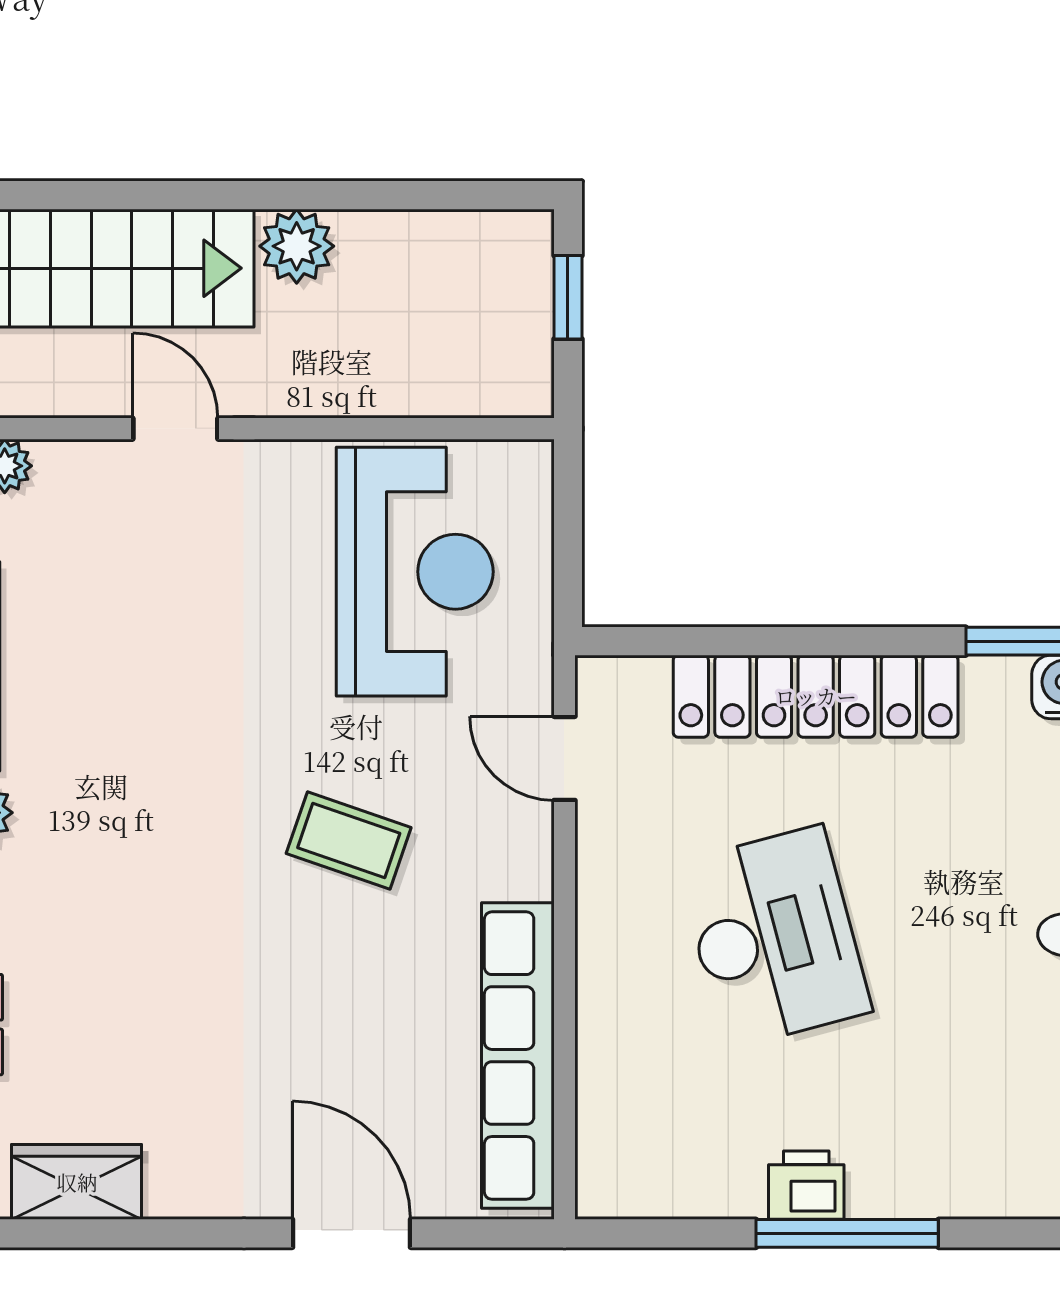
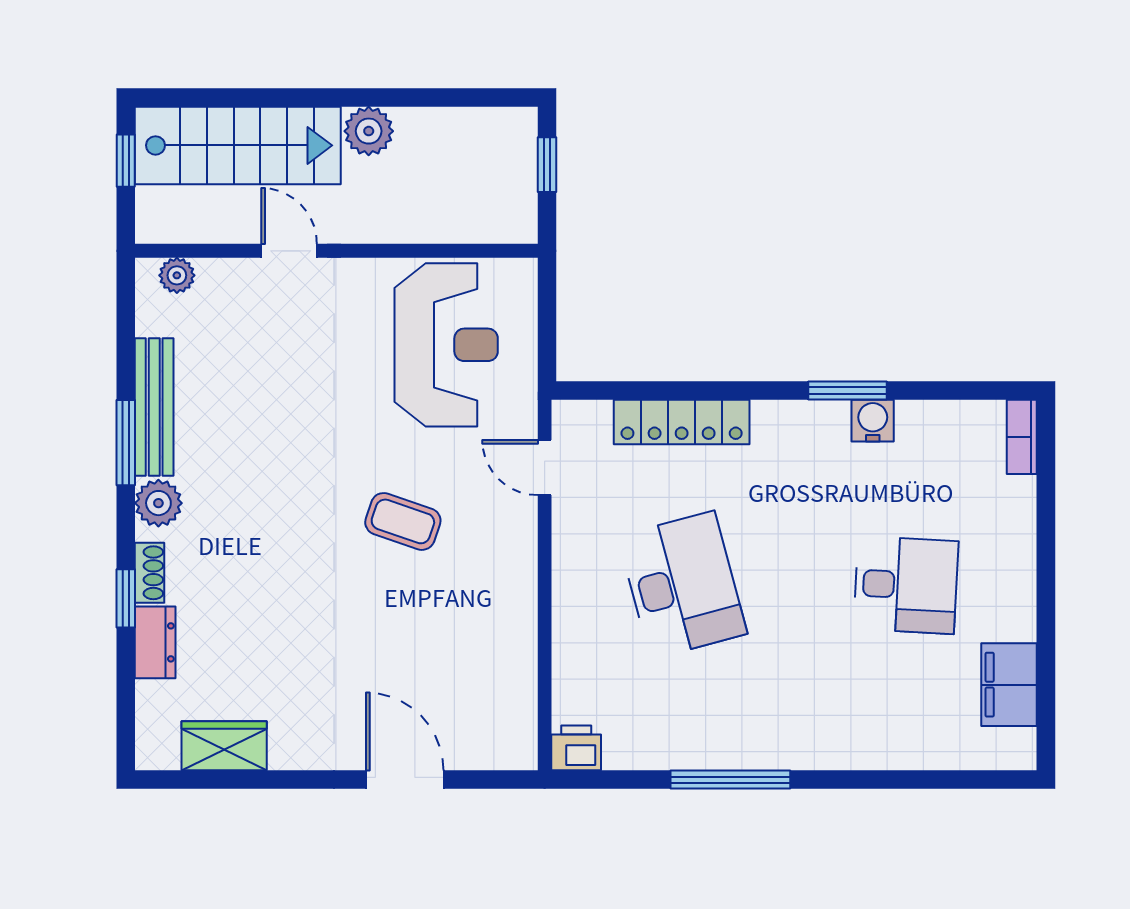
locker: (816, 696) -> (682, 422), width x0.71, depth x0.83
row of seats: (518, 1056) -> (514, 663), removed
printer: (806, 1185) -> (576, 748), moved

